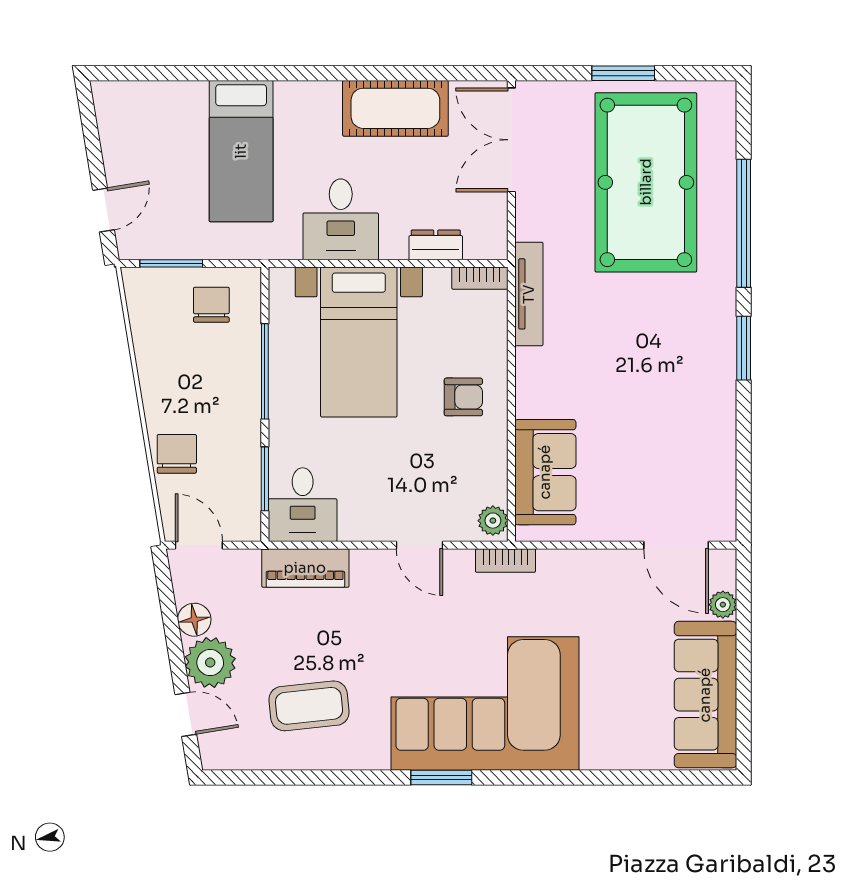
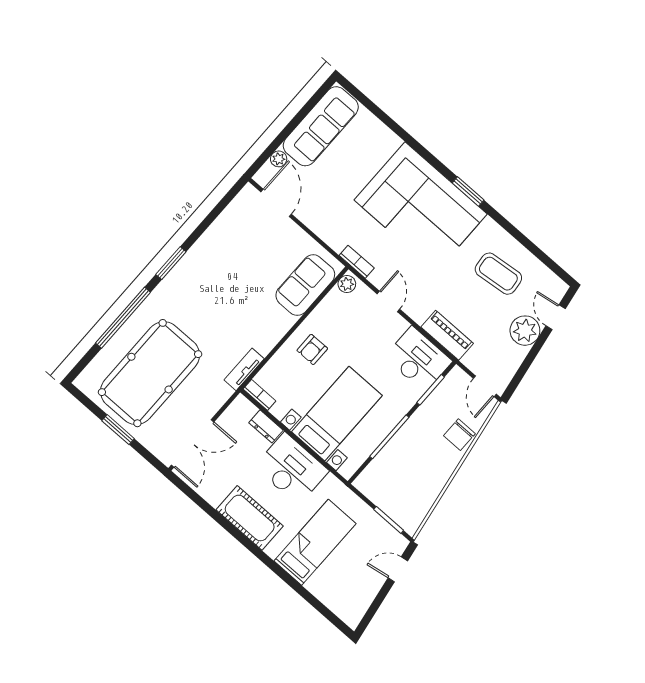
cot: (395, 108) -> (250, 518), moved
desk: (341, 219) -> (292, 469), width x1.37
tv unit: (529, 294) -> (244, 369), width x0.71
chair: (211, 305) -> (387, 487), removed
armchair: (463, 397) -> (312, 349), turned -90
desk: (303, 505) -> (418, 359), width x1.37
floor lamp: (194, 620) -> (515, 355), removed

